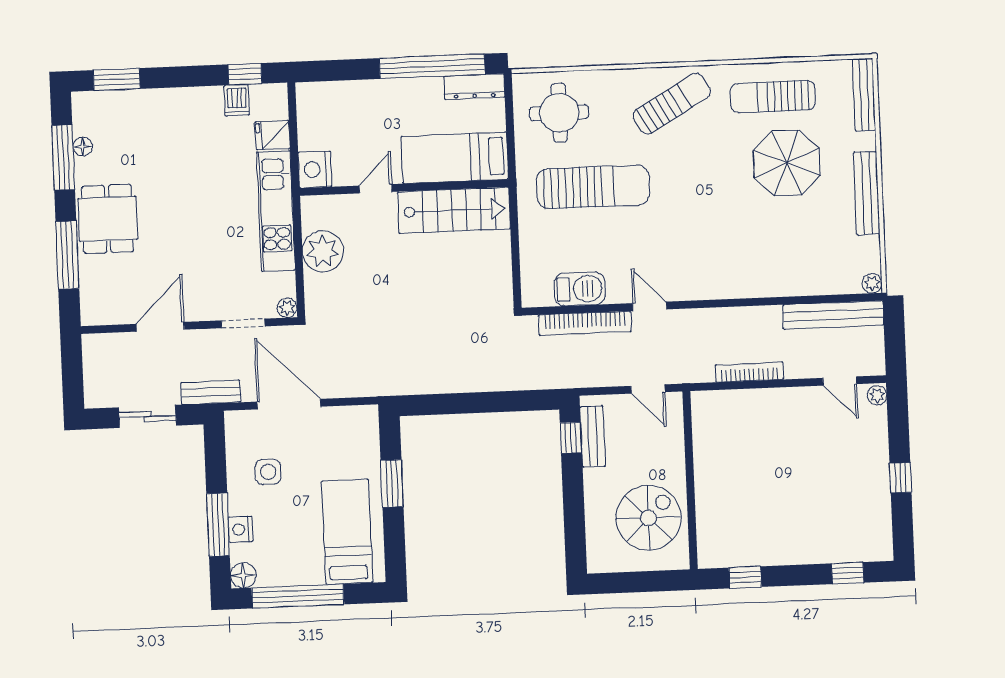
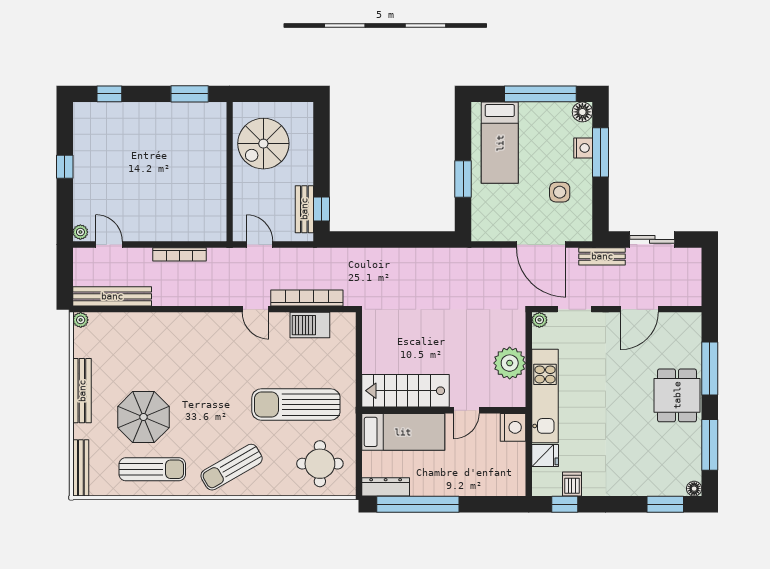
floor lamp: (83, 147) -> (694, 489), moved
window: (745, 577) -> (190, 94), width x1.50

